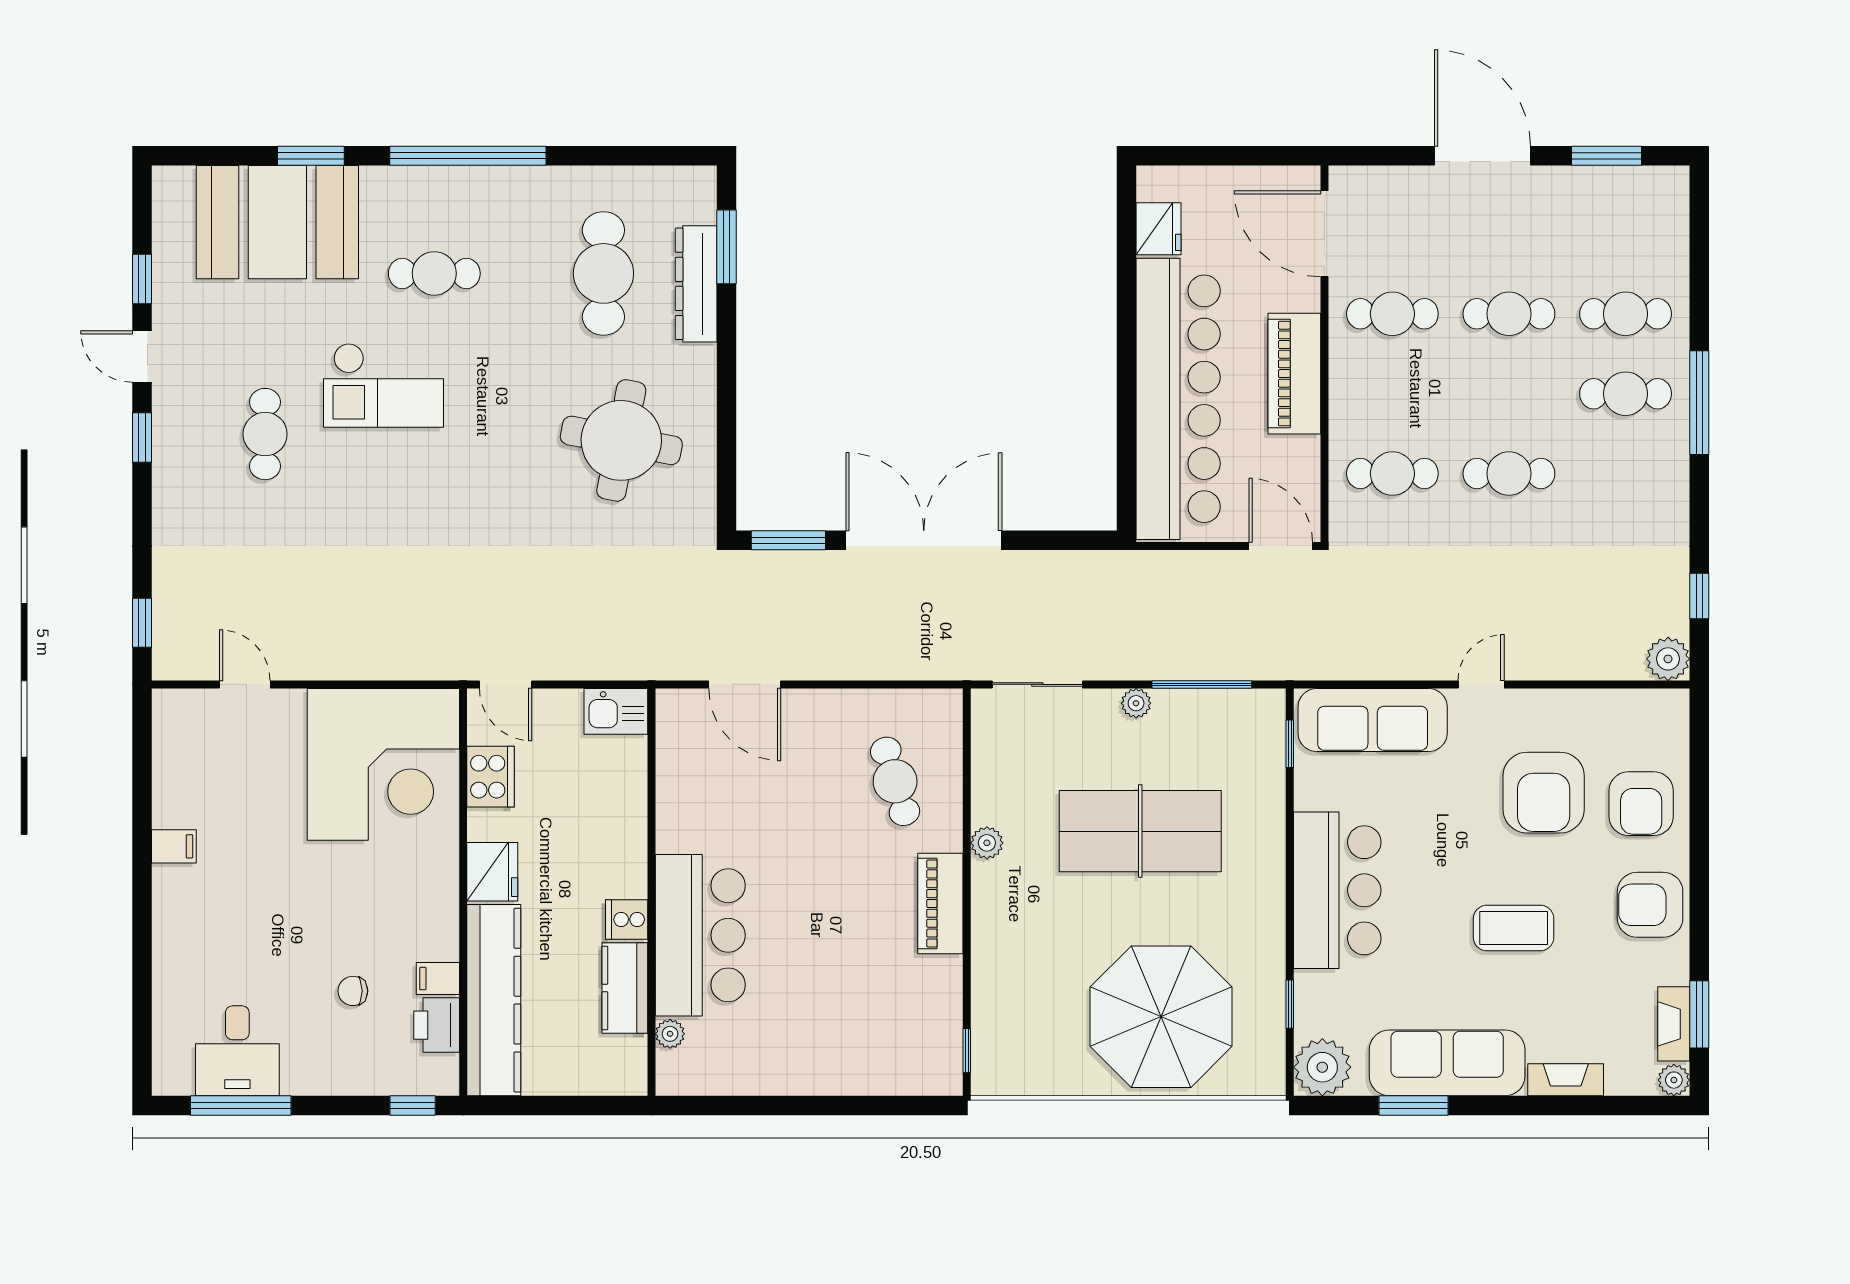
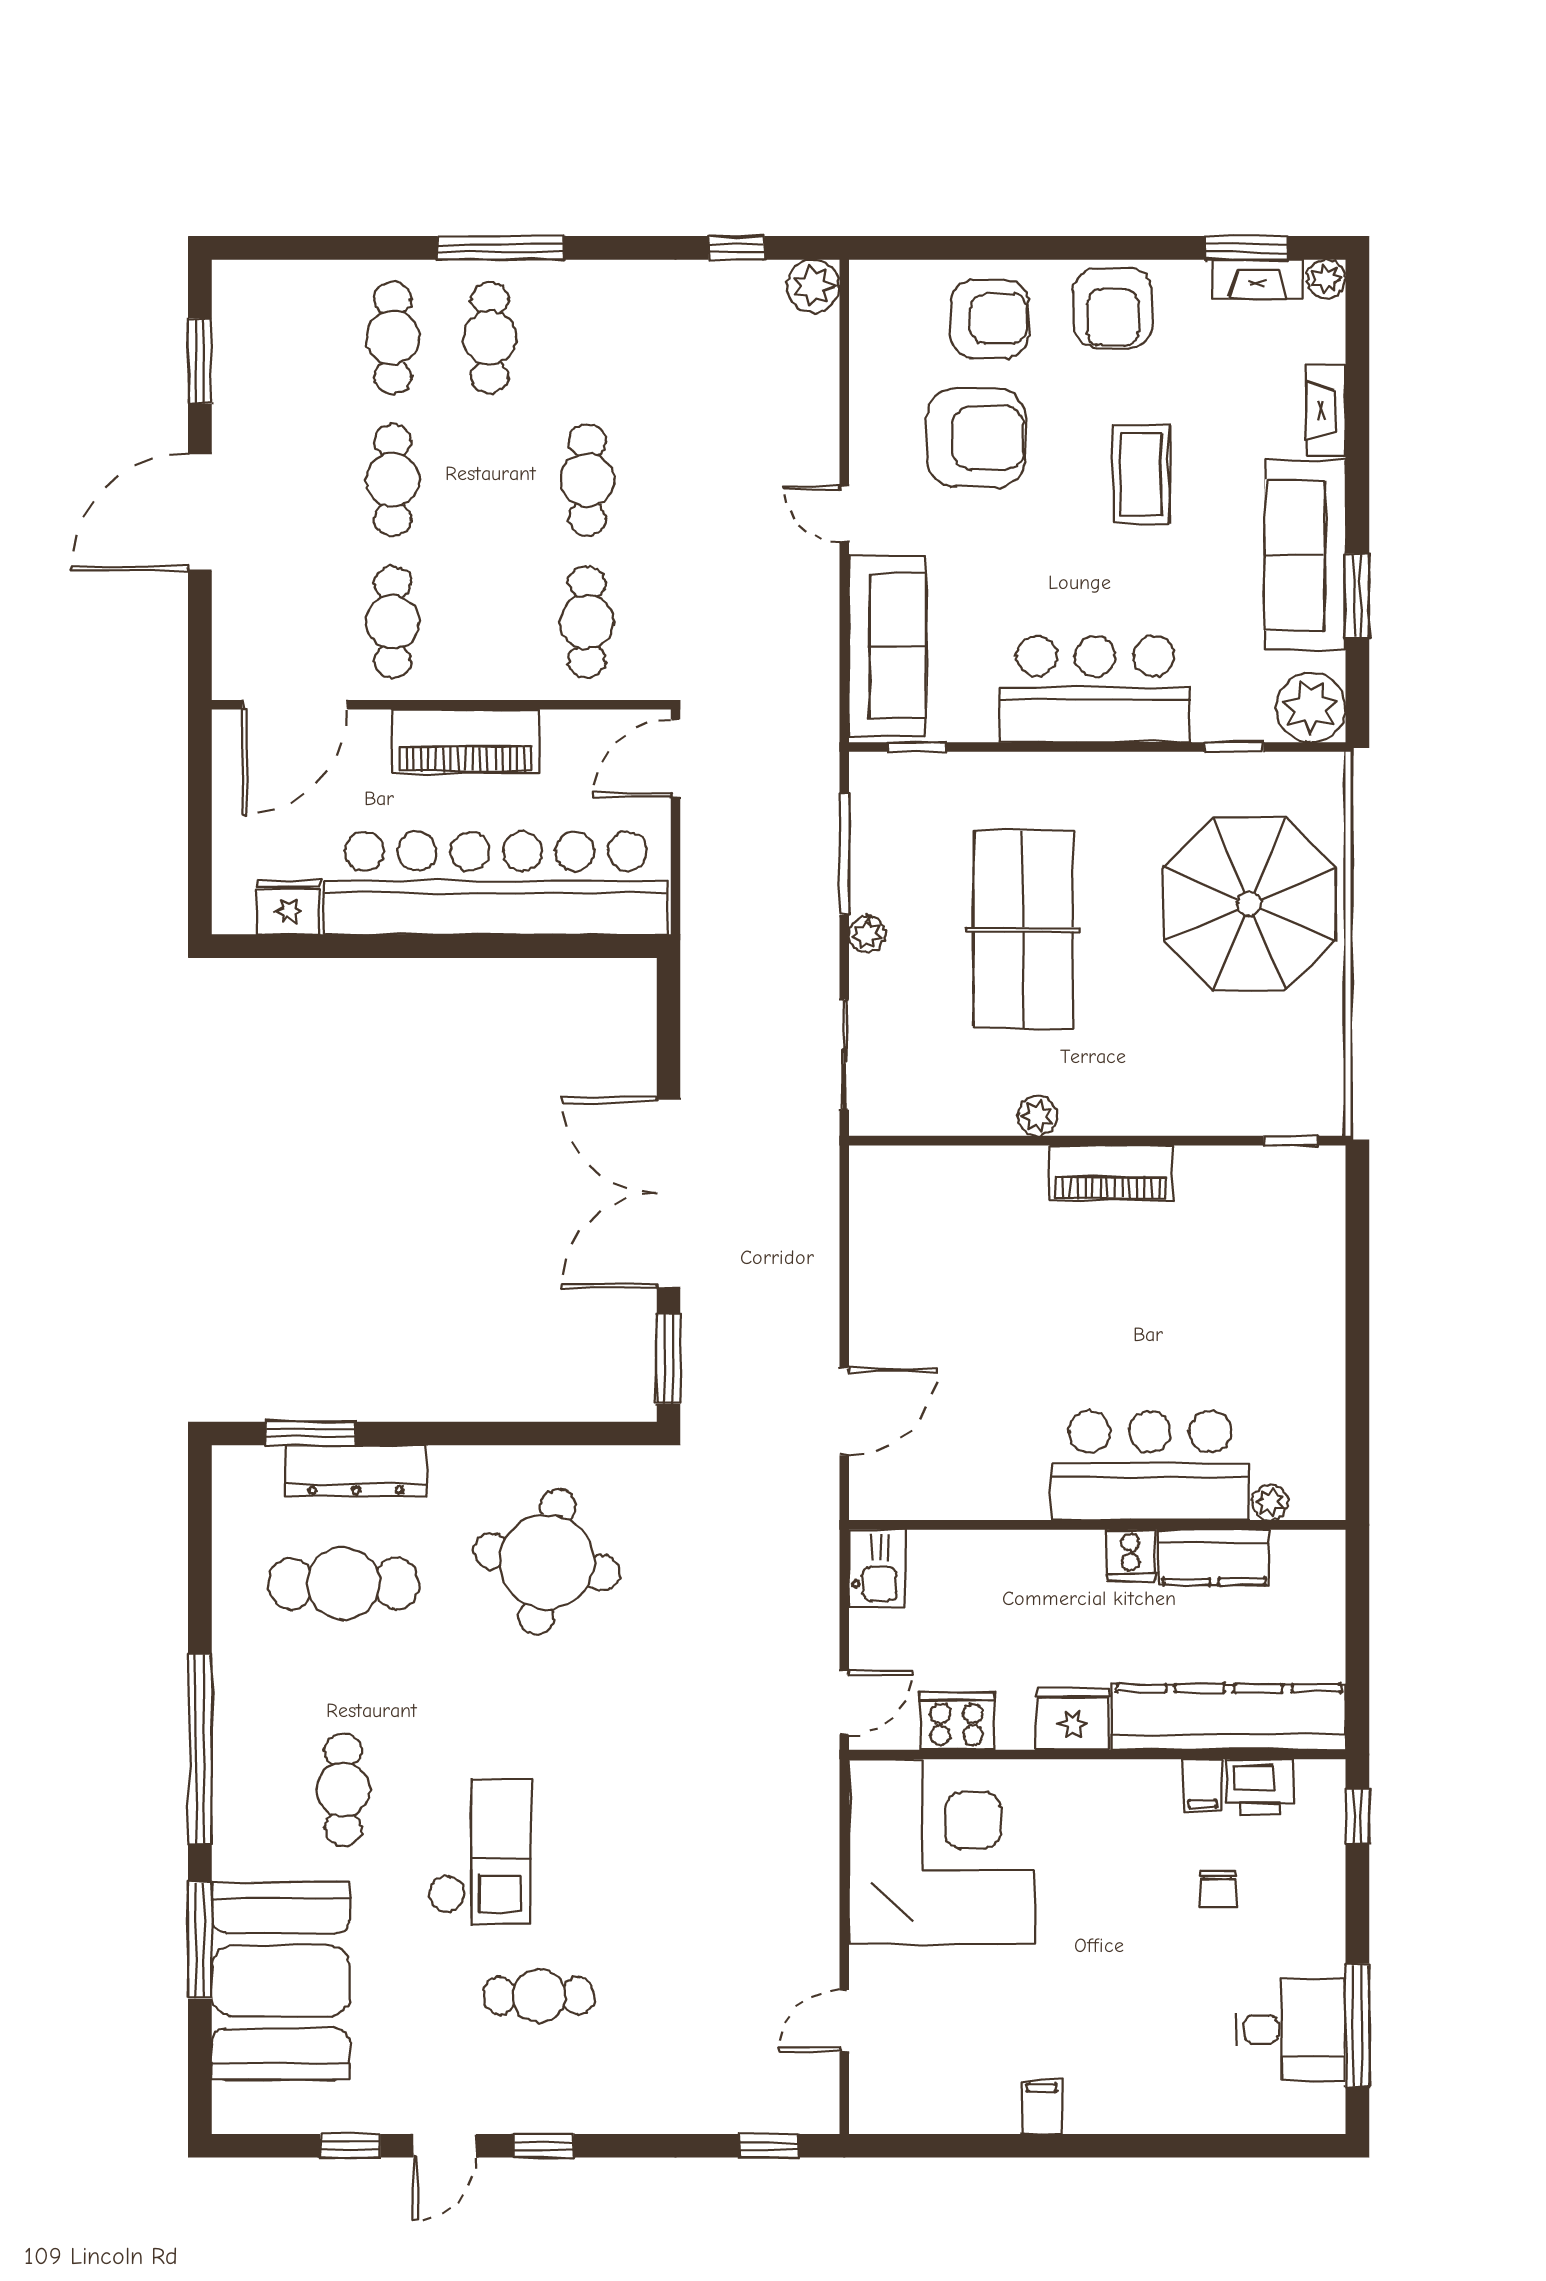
window: (311, 156) -> (200, 1940), width x1.44
cafe table: (895, 781) -> (962, 1228), removed

